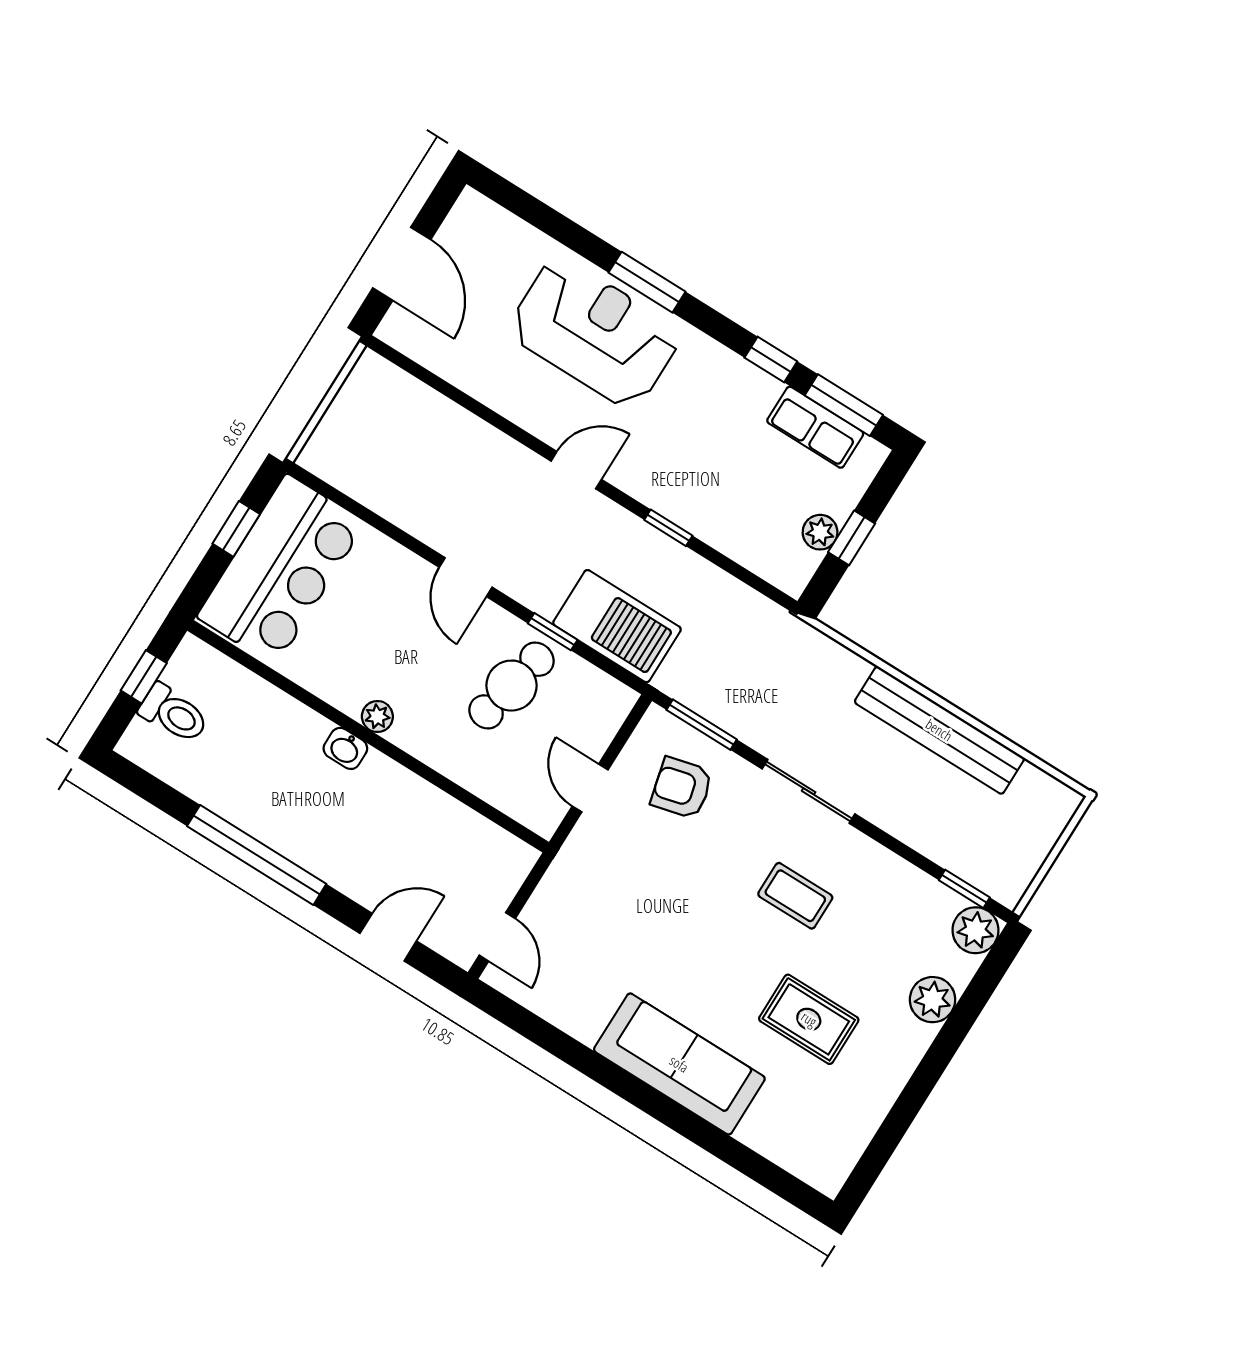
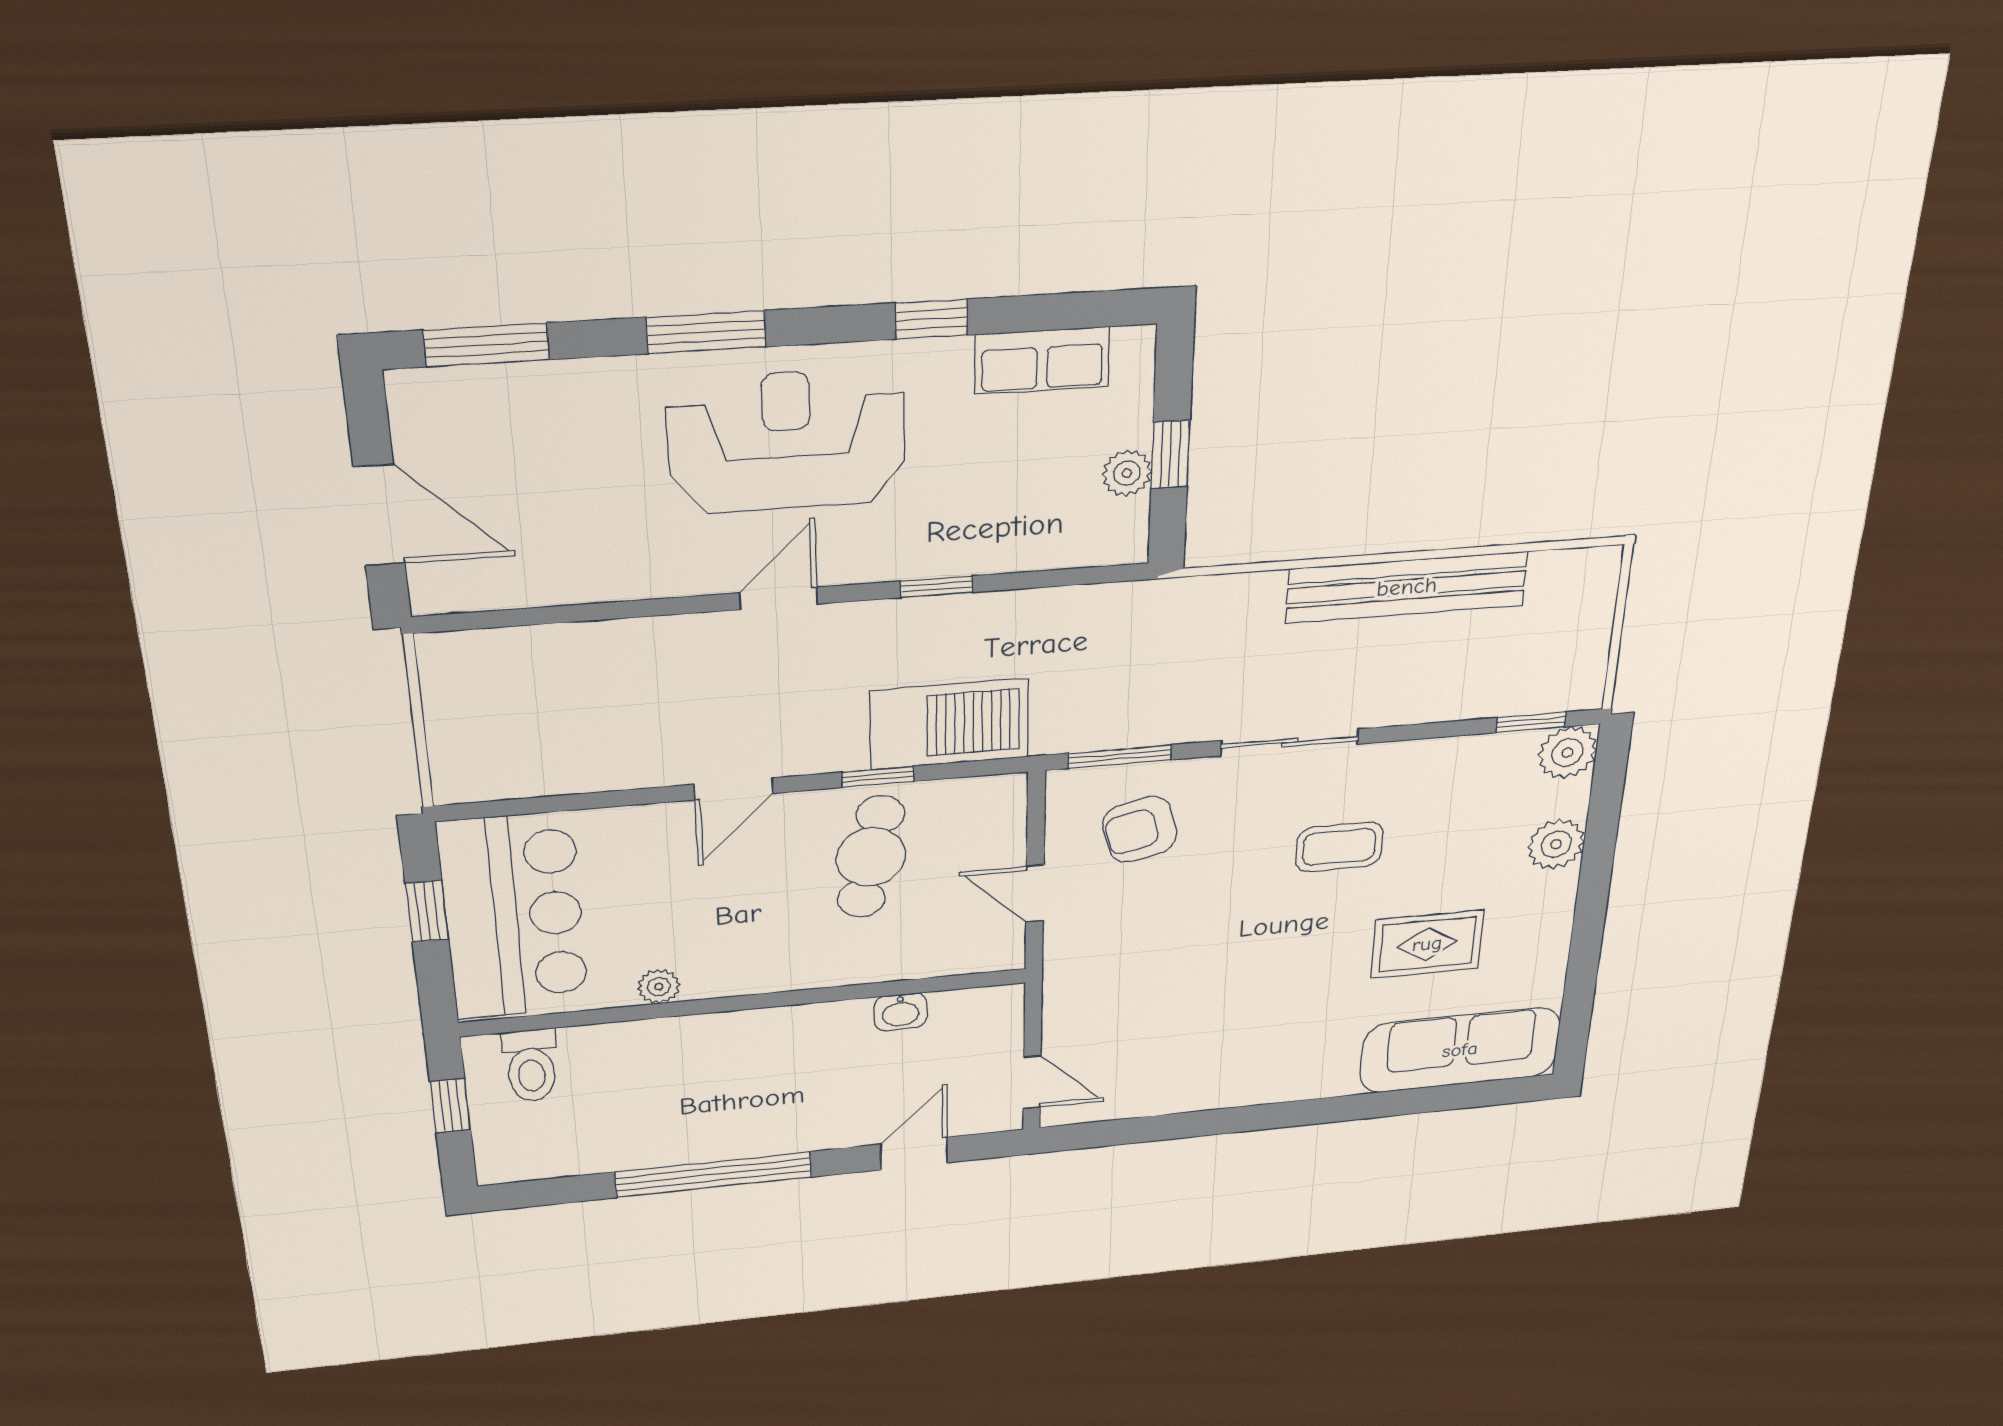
reception desk: (595, 333) -> (787, 441), moved
window: (844, 405) -> (486, 345), moved
door: (466, 577) -> (734, 789), hinge flipped
toilet: (174, 714) -> (531, 1066), moved, turned 90
plant: (377, 717) -> (659, 987), moved
washbasin: (345, 748) -> (901, 1012), moved
sofa: (679, 1064) -> (1460, 1050), moved

